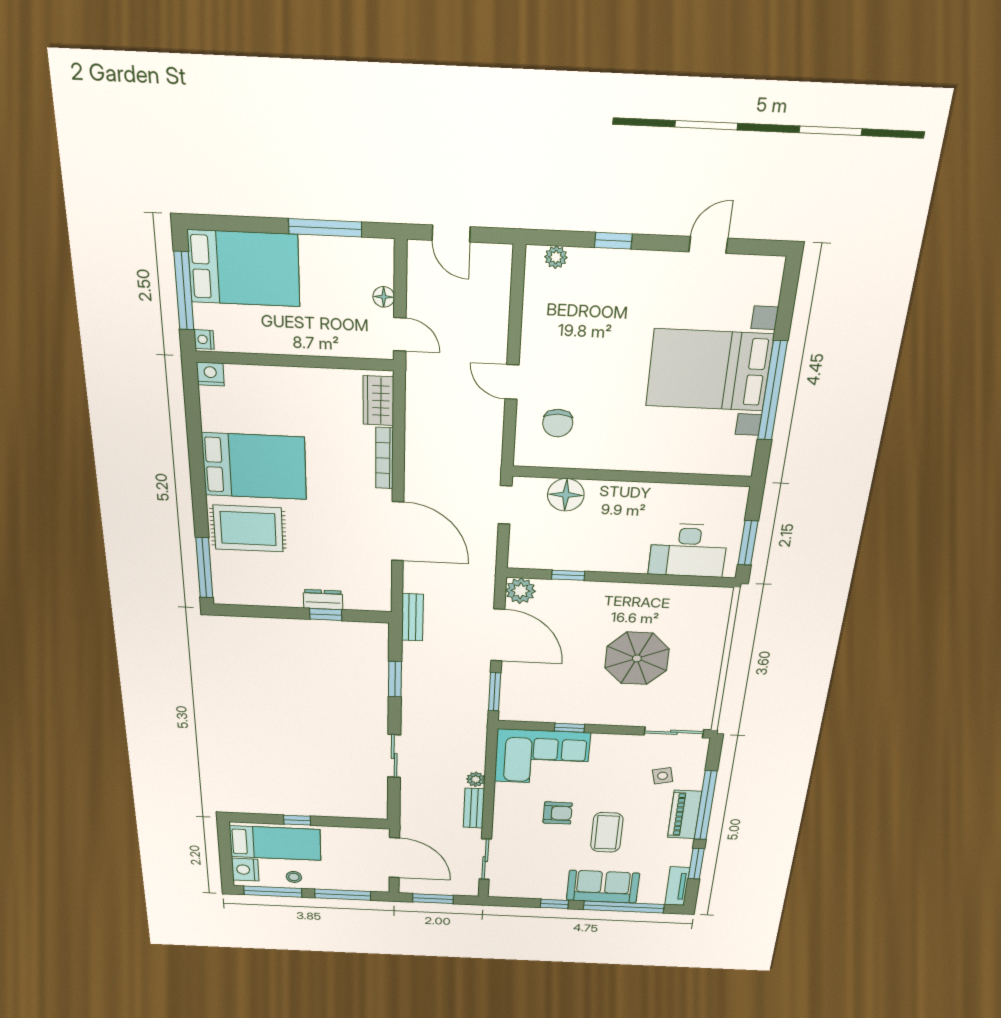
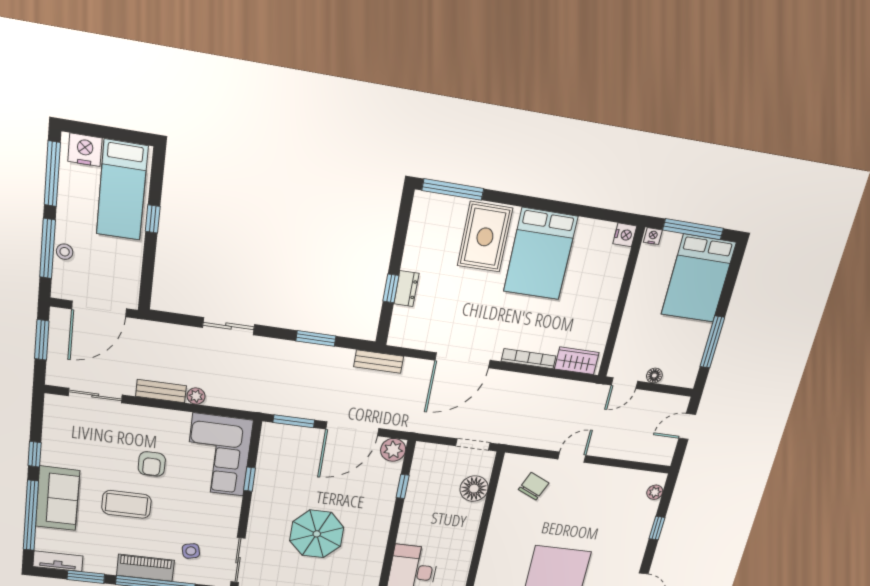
chair: (558, 423) -> (534, 486), turned 114
stool: (294, 877) -> (65, 252), moved

